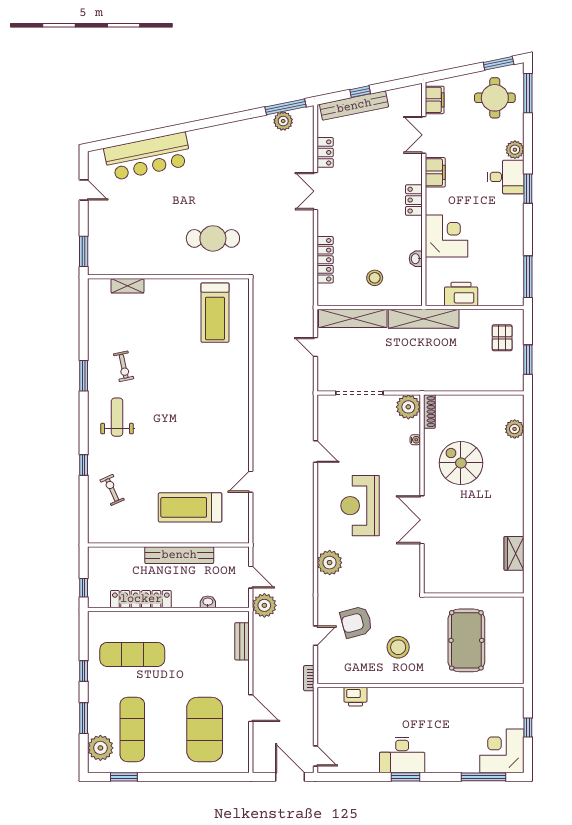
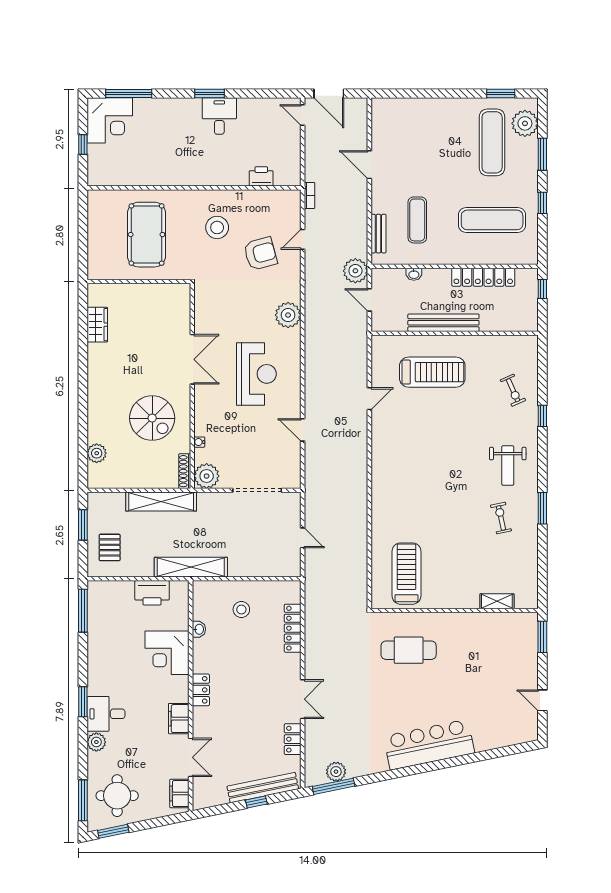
bar counter: (148, 156) -> (429, 745), moved
shelving: (353, 318) -> (161, 502), moved
exercise mat: (205, 730) -> (417, 220), moved, width x0.50, depth x0.69
desk: (402, 755) -> (219, 116), width x0.73

